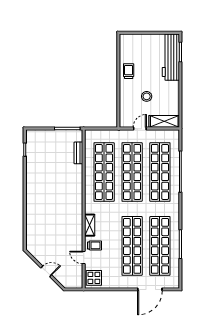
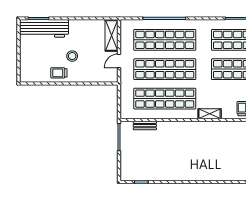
stool: (147, 96) -> (72, 56), moved
door: (140, 129) -> (119, 61), hinge flipped
shelving: (90, 225) -> (210, 114), moved

